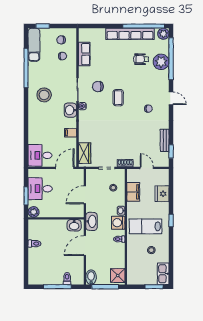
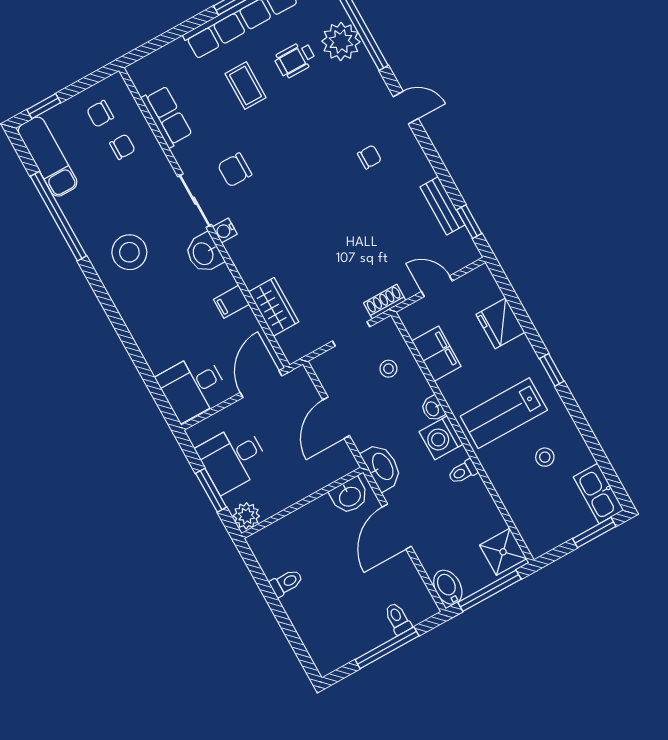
coffee table: (118, 98) -> (246, 86), moved
wardrobe: (85, 153) -> (274, 307), moved

